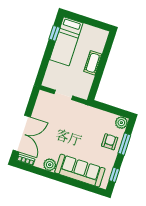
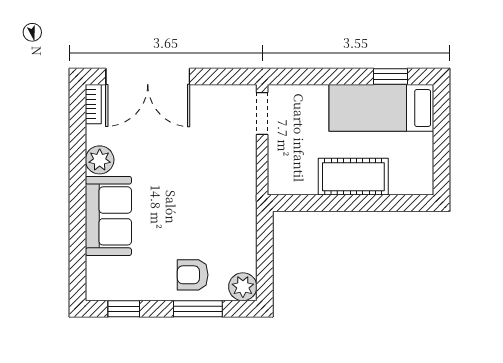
cot: (93, 63) -> (353, 177), width x1.37, depth x1.34
doorway: (63, 95) -> (262, 113), moved
armchair: (110, 142) -> (193, 275), turned 180
sofa: (80, 171) -> (108, 216), width x0.73

